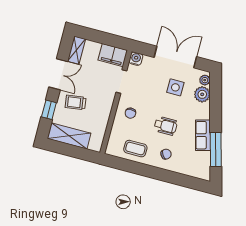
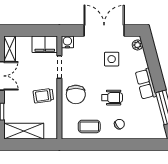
plant: (202, 94) -> (139, 59), removed
trolley: (75, 102) -> (43, 96), moved
chair: (130, 113) -> (76, 94), width x1.87, depth x1.87
row of seats: (203, 135) -> (146, 84), moved

